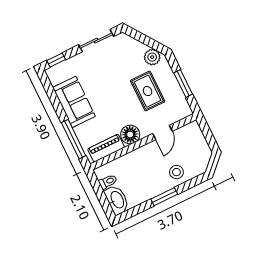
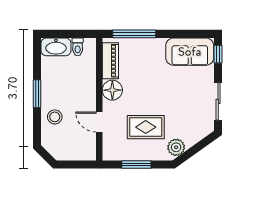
sofa: (74, 102) -> (190, 52), moved

